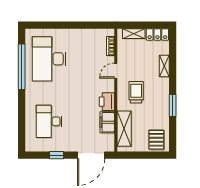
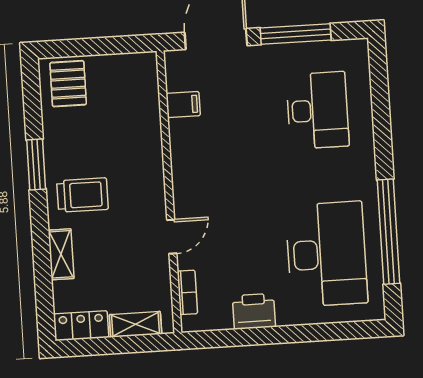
trolley: (136, 92) -> (82, 195), moved, turned -90
printer: (107, 102) -> (254, 311), moved, turned -90
filing cabinet: (107, 122) -> (183, 105), width x0.50
shelving: (124, 129) -> (144, 105), removed
window: (56, 155) -> (296, 34), width x2.17

